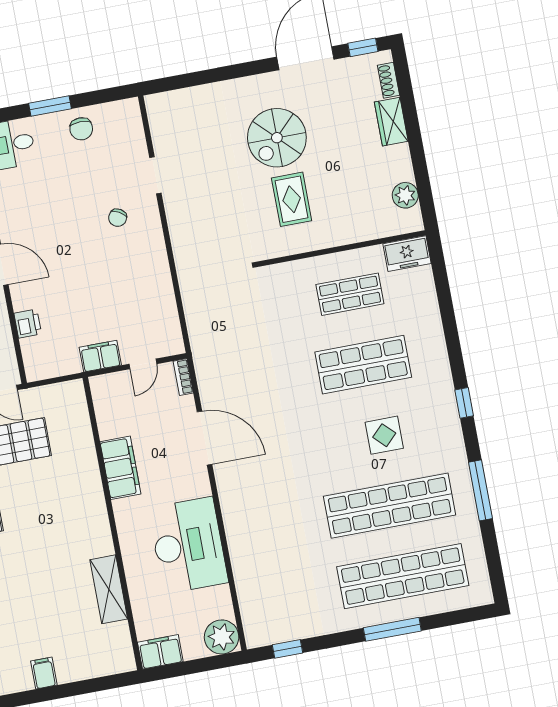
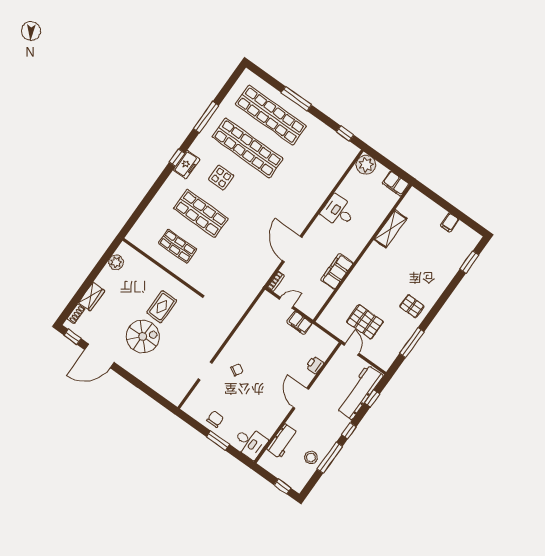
freezer: (407, 254) -> (187, 165), moved, turned 90
desk: (188, 545) -> (338, 211), width x0.53, depth x0.77

